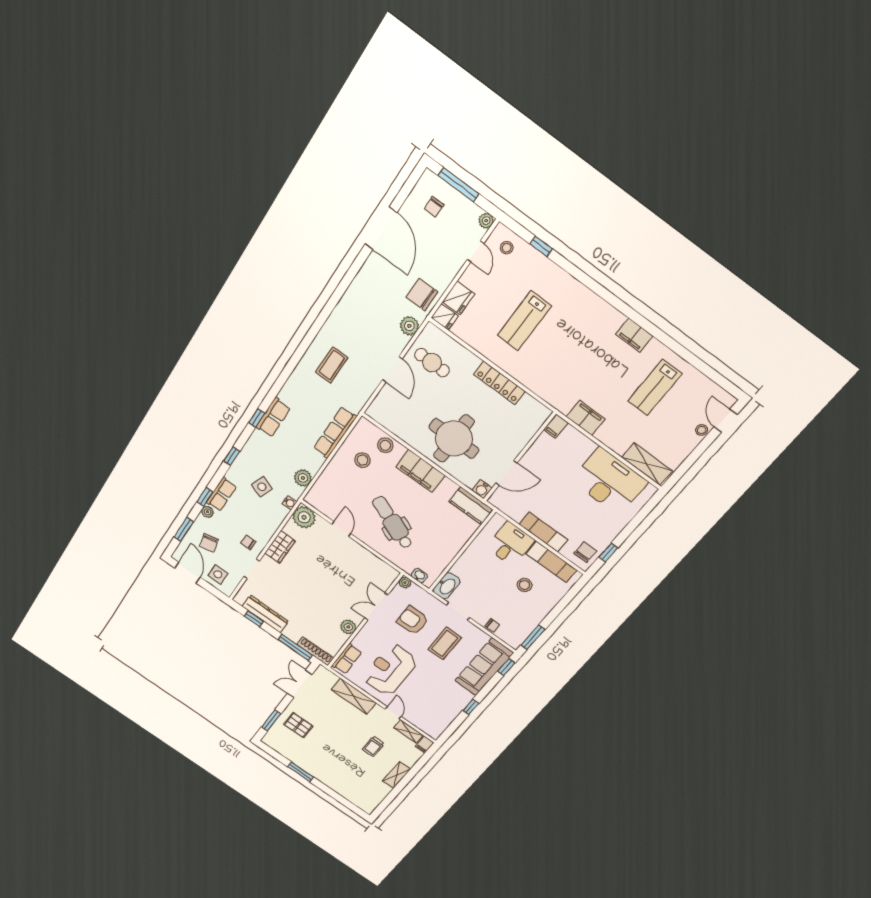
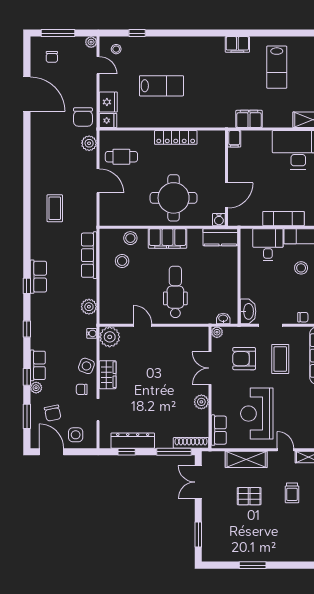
chair: (422, 295) -> (83, 117), turned -90
lab bench: (524, 321) -> (161, 86), turned -90
side table: (262, 487) -> (86, 366), moved
dental chair: (393, 522) -> (175, 292), turned 67
pallet: (298, 725) -> (249, 496), moved

